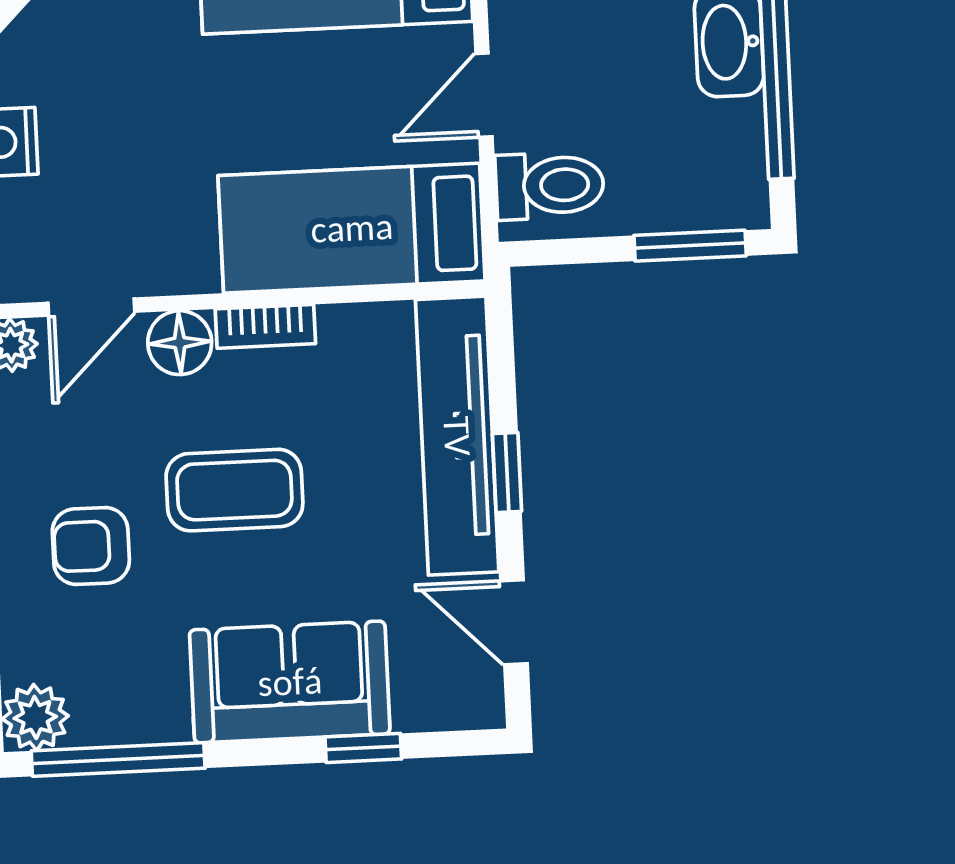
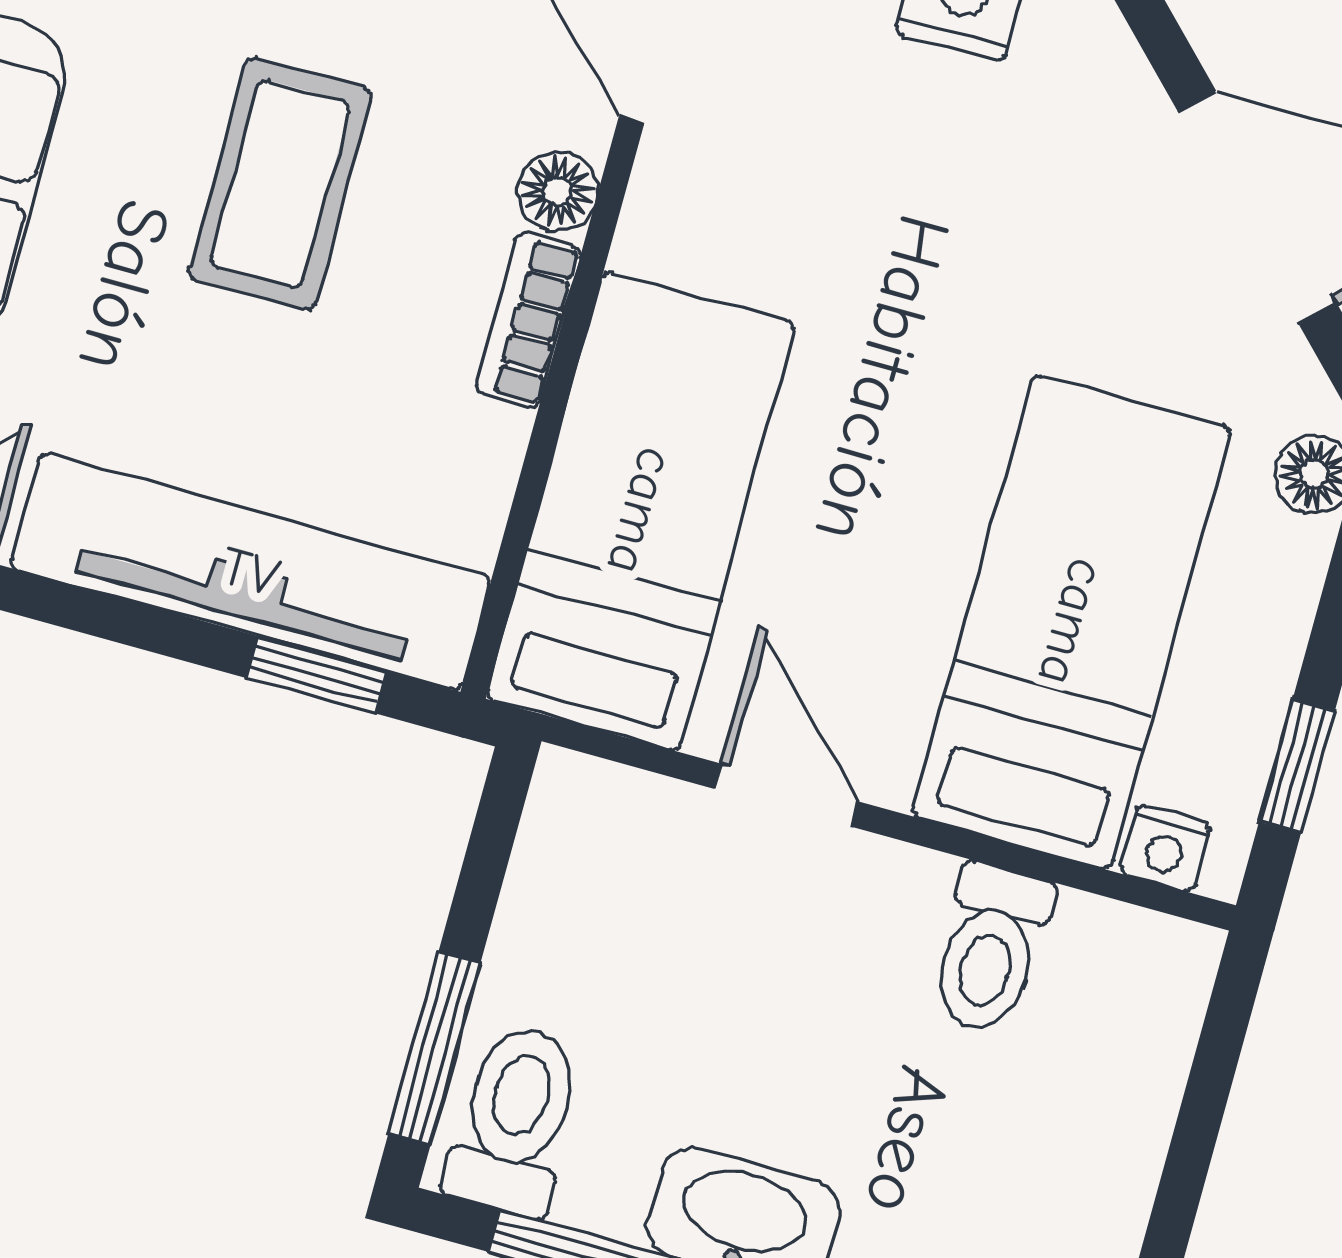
toilet: (550, 185) -> (515, 1120), moved, turned 180
floor lamp: (180, 343) -> (557, 191), width x0.73, depth x0.73
window: (507, 472) -> (316, 675), moved

